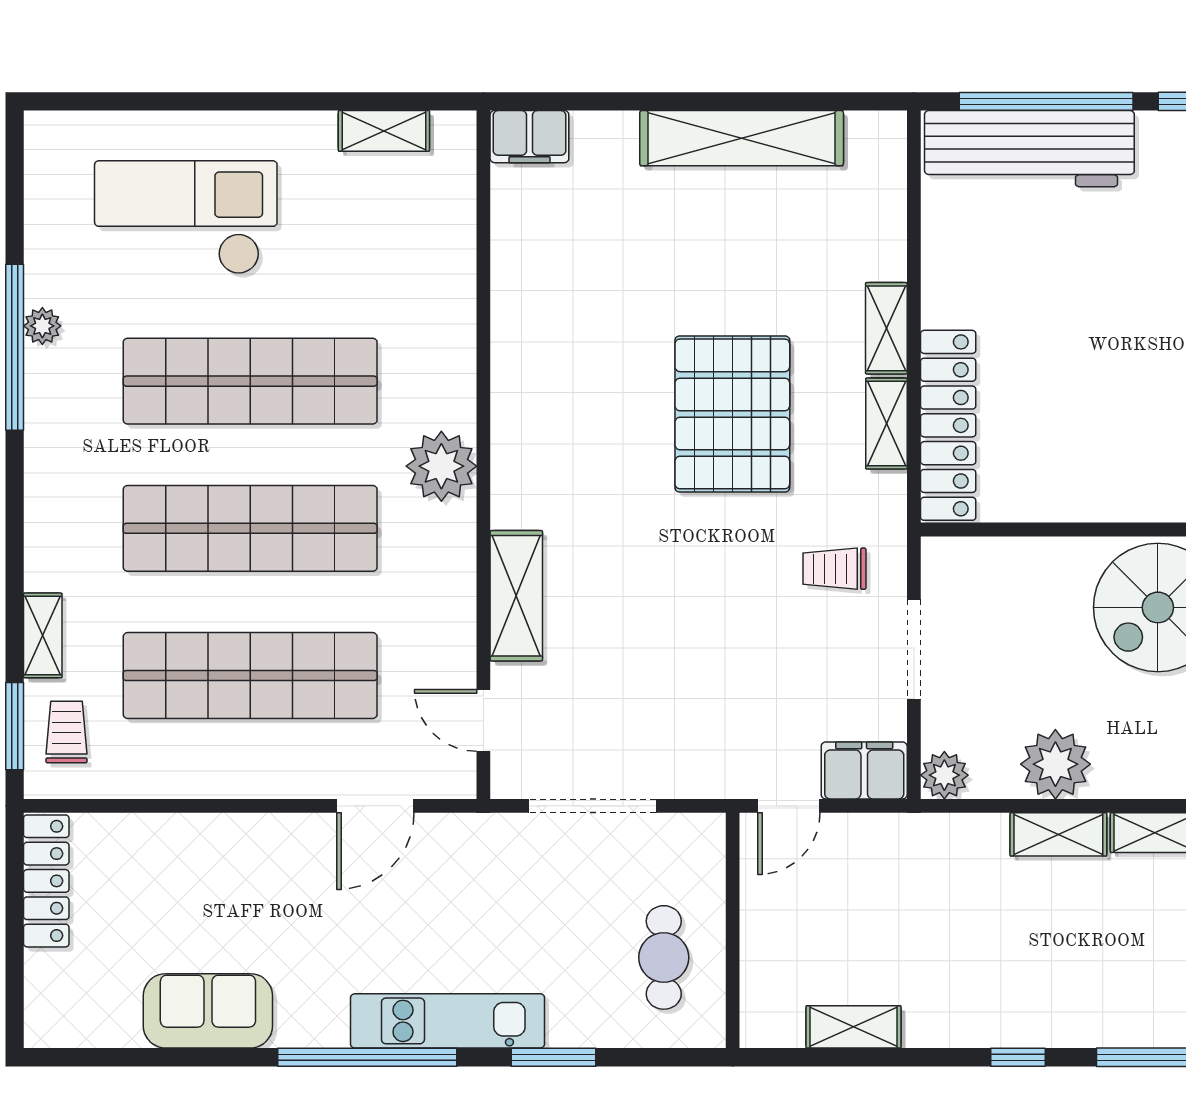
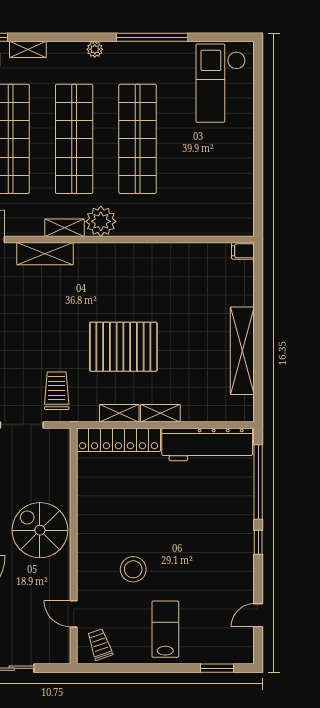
shelving: (384, 131) -> (65, 228), moved, turned 90
filing cabinet: (529, 137) -> (243, 251), width x0.50
workbench: (1029, 149) -> (207, 444), moved, turned -90
checkout: (186, 217) -> (221, 83), moved, turned 180
plant: (42, 326) -> (95, 49), moved
trolley: (834, 569) -> (57, 391), width x1.36, depth x1.39

